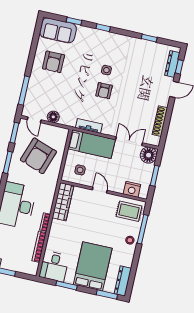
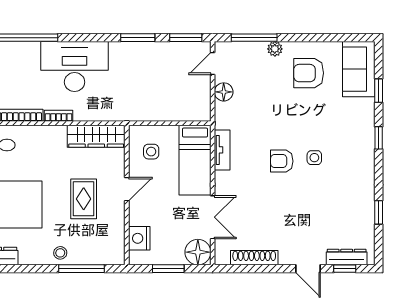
plant: (34, 79) -> (275, 49), added
armchair: (38, 156) -> (159, 83), removed
rug: (129, 211) -> (84, 199), moved

